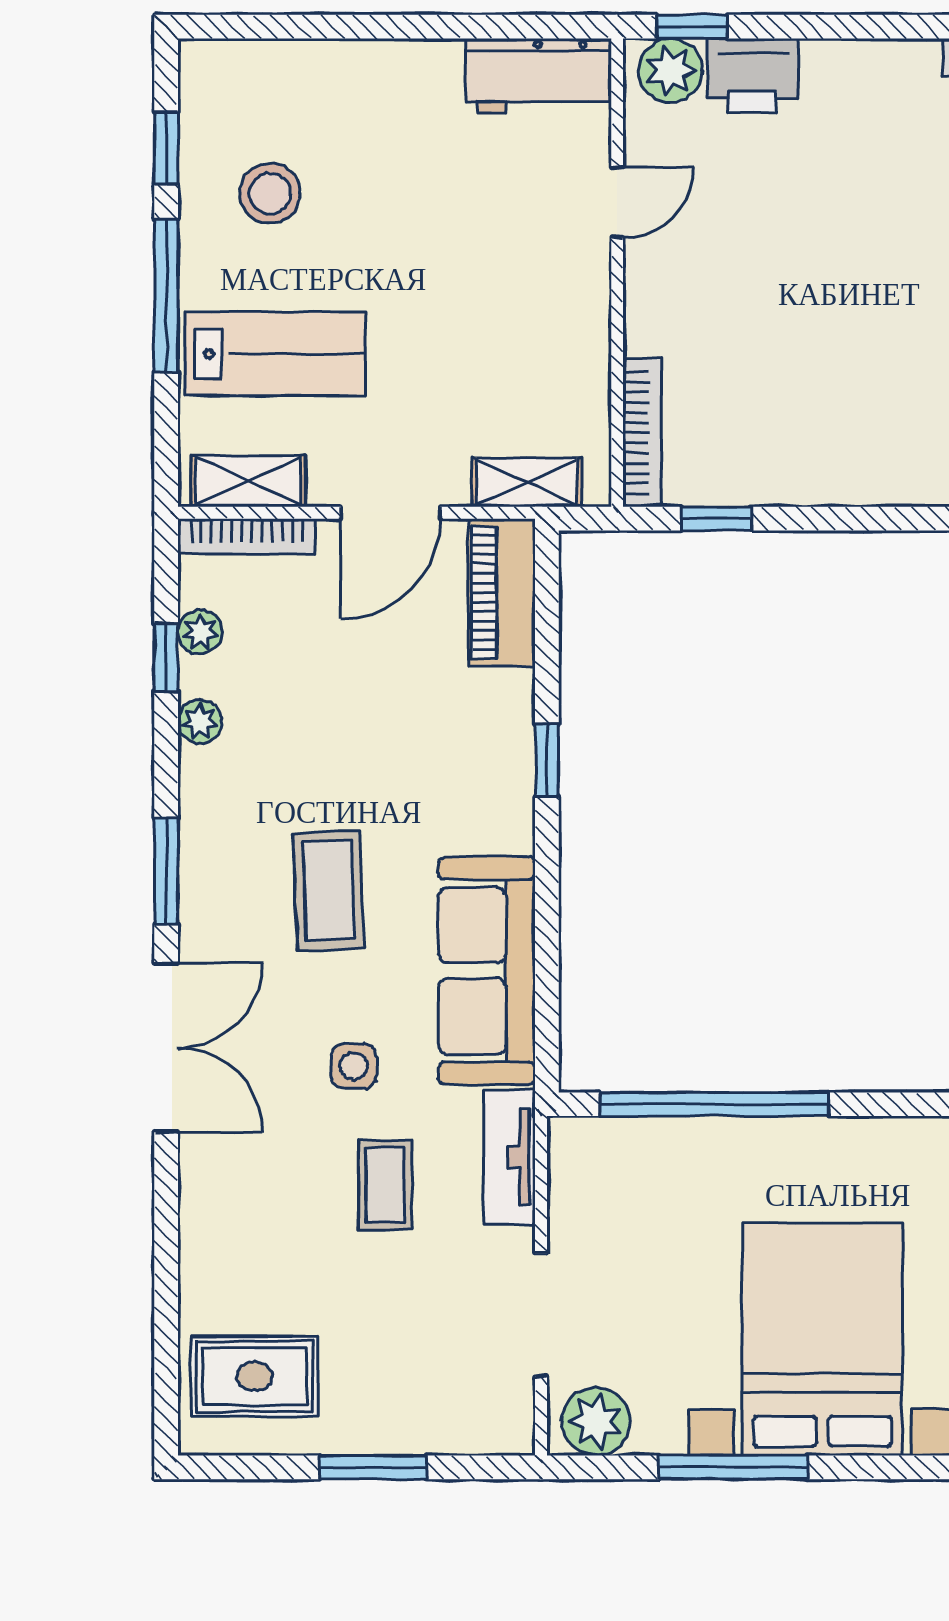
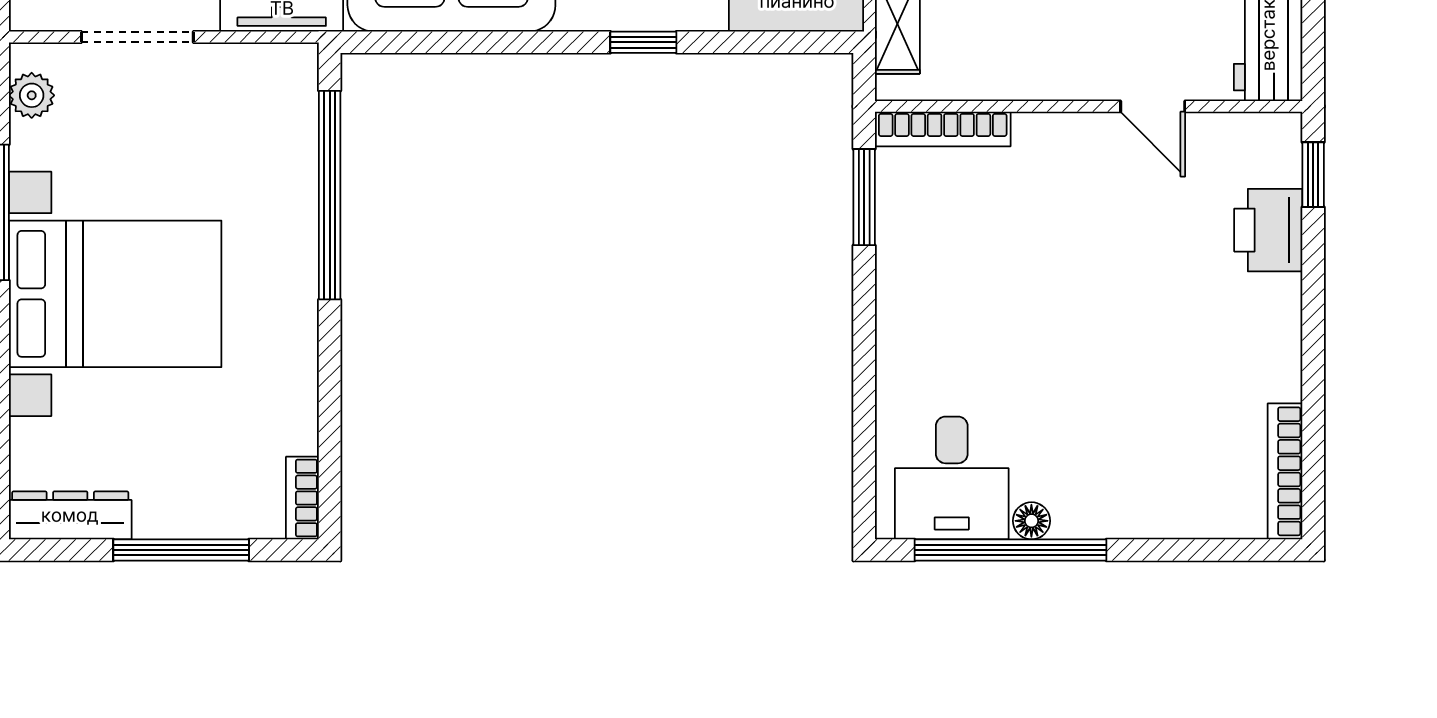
plant: (671, 70) -> (1273, 155), removed
window: (716, 519) -> (864, 197), width x1.50
plant: (596, 1421) -> (32, 95), width x0.73, depth x0.73

